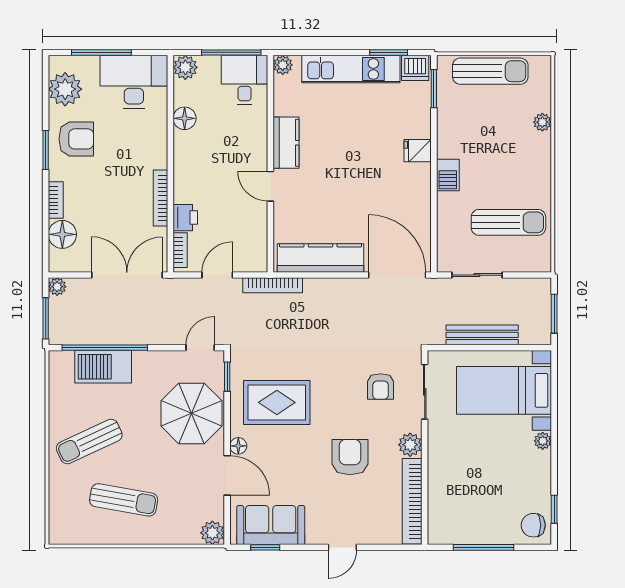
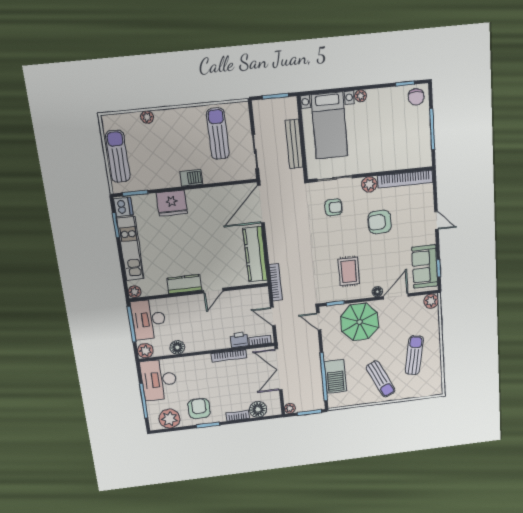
desk: (245, 80) -> (149, 319), width x1.37
fridge: (418, 151) -> (172, 203), width x1.88, depth x1.34
rug: (277, 402) -> (349, 271), width x0.73, depth x0.70

